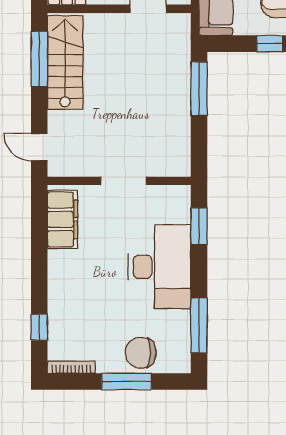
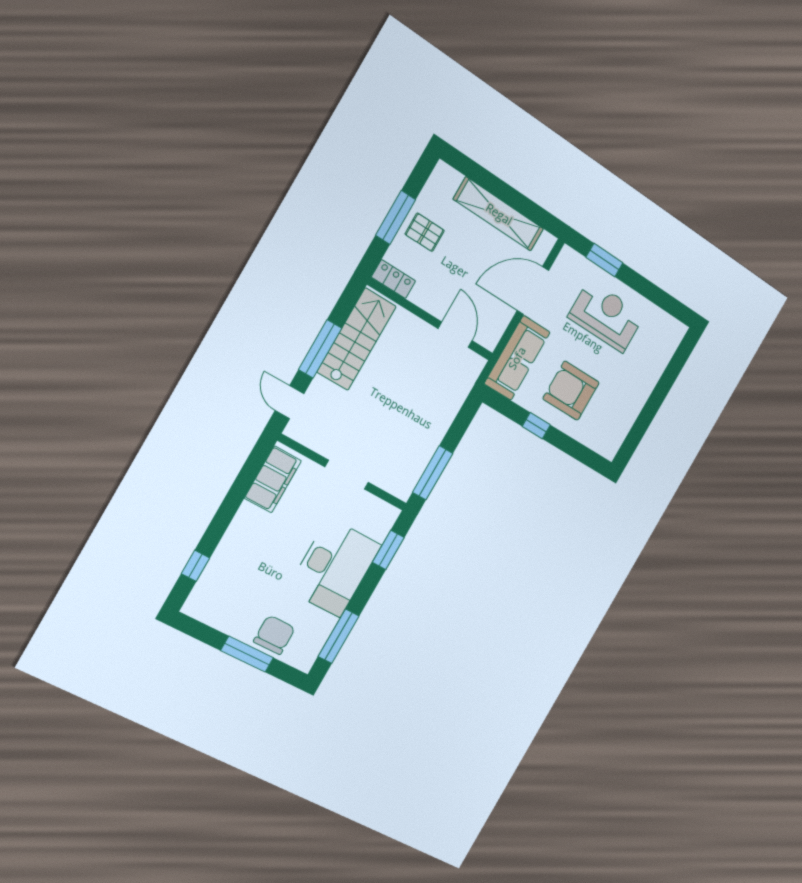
window: (39, 59) -> (320, 349), moved
window: (199, 89) -> (433, 473), moved
chair: (141, 353) -> (274, 635), turned 90
bookcase: (71, 367) -> (204, 617), removed

